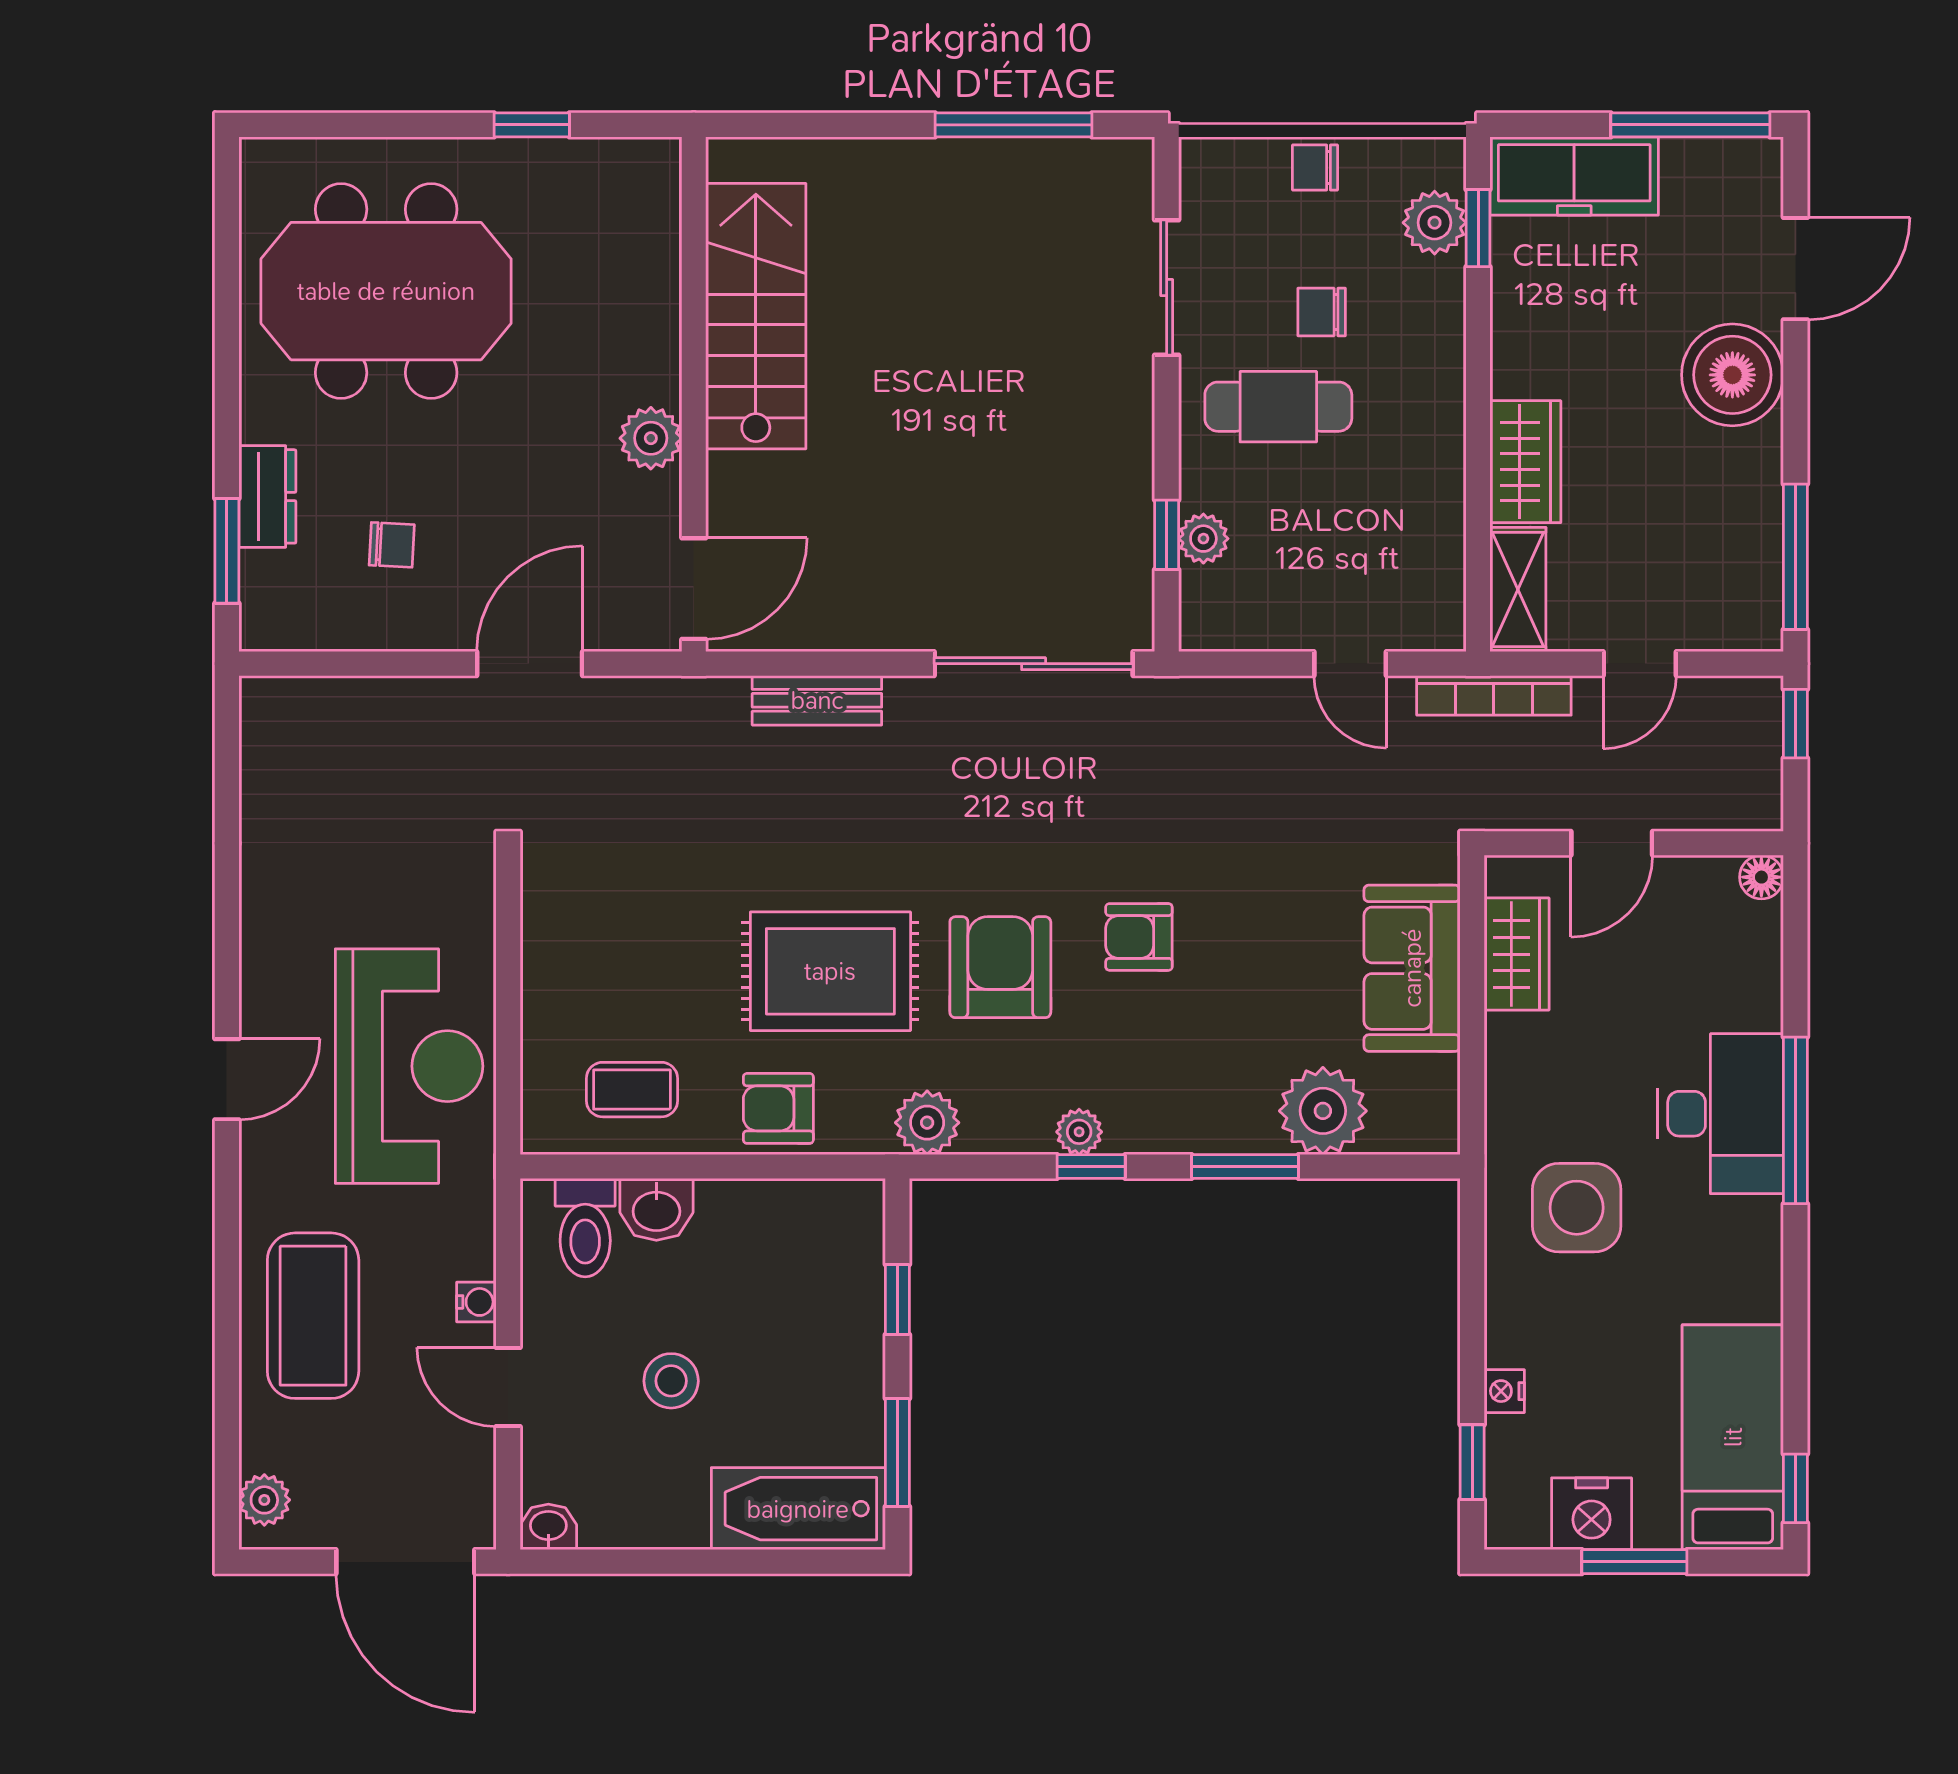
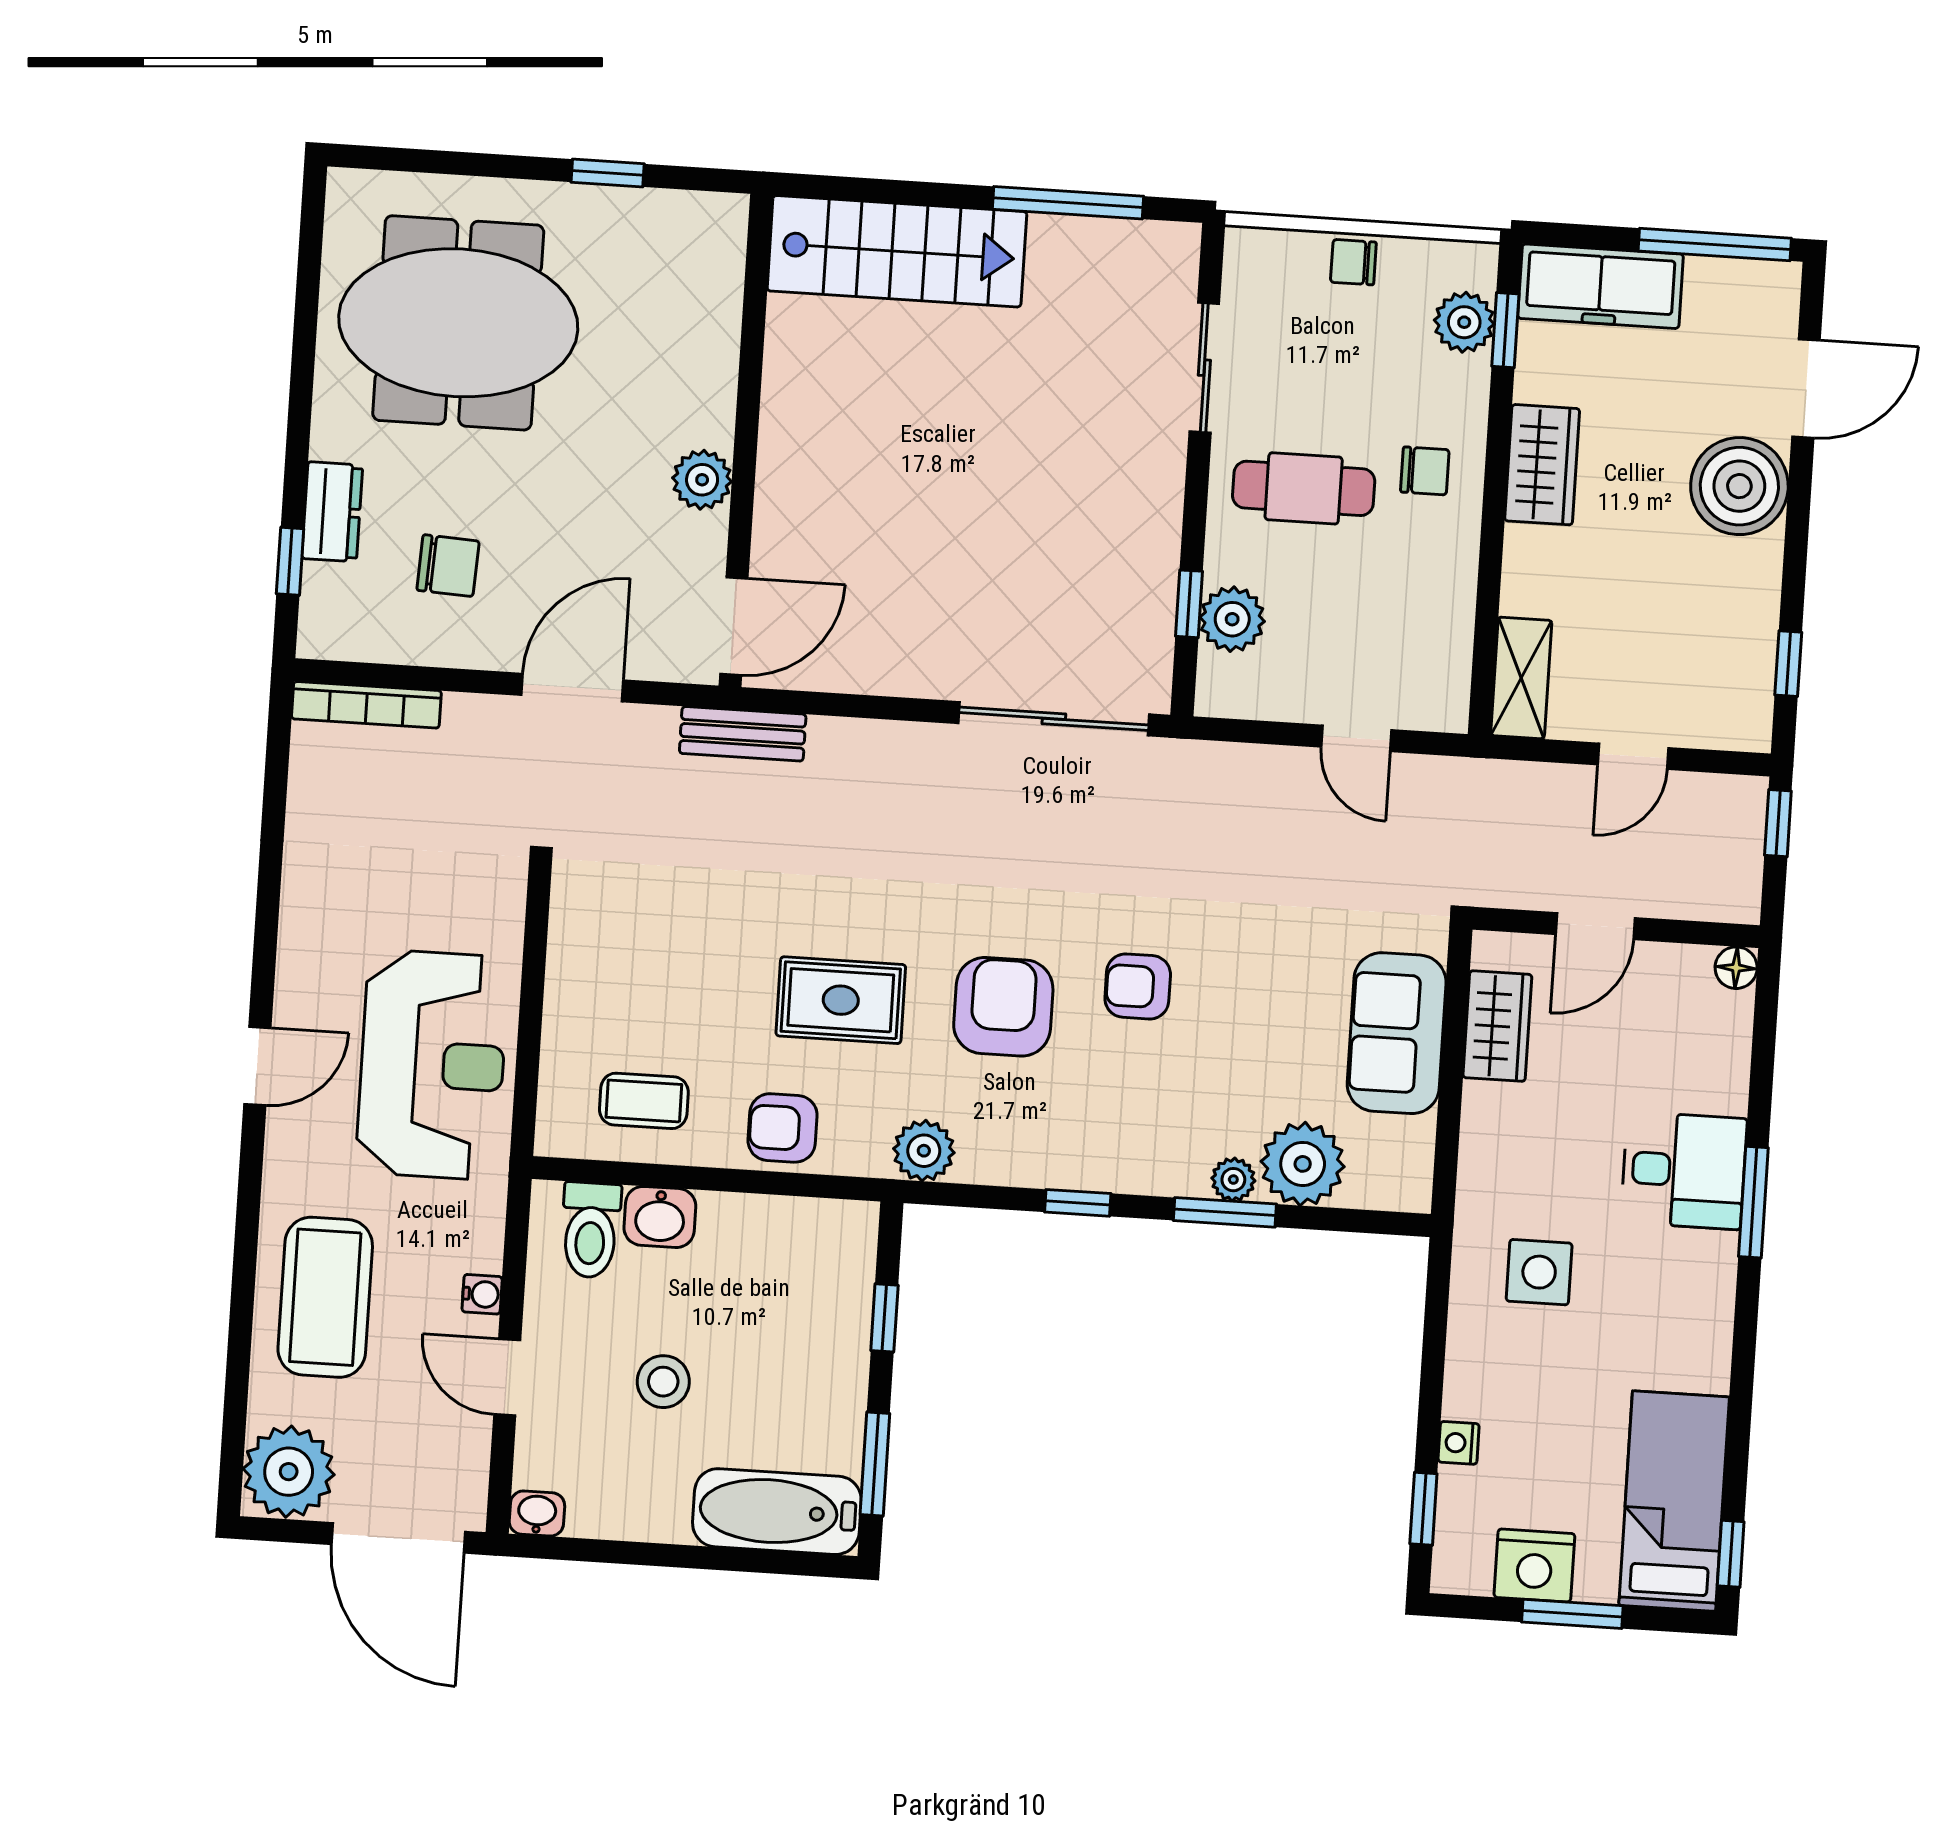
chair: (1322, 312) -> (1425, 471), moved, turned 180
stairs: (756, 316) -> (897, 251), moved, turned 90
wardrobe: (1525, 462) -> (1542, 465), moved
plant: (1203, 539) -> (1232, 619), width x1.38, depth x1.38
chair: (392, 545) -> (448, 566), width x1.37, depth x1.37
window: (227, 551) -> (290, 561), width x0.67
window: (1795, 557) -> (1788, 664), width x0.46
bookcase: (1494, 695) -> (366, 705), moved
bench: (817, 700) -> (743, 734), moved
rug: (830, 971) -> (841, 1000), width x0.73, depth x0.70
desk: (1721, 1114) -> (1684, 1170), width x0.73
window: (1795, 1120) -> (1753, 1202), width x0.69
plant: (1079, 1132) -> (1233, 1180), moved
side table: (1577, 1208) -> (1539, 1272), width x0.73, depth x0.73
plant: (264, 1500) -> (289, 1472), width x1.88, depth x1.88

